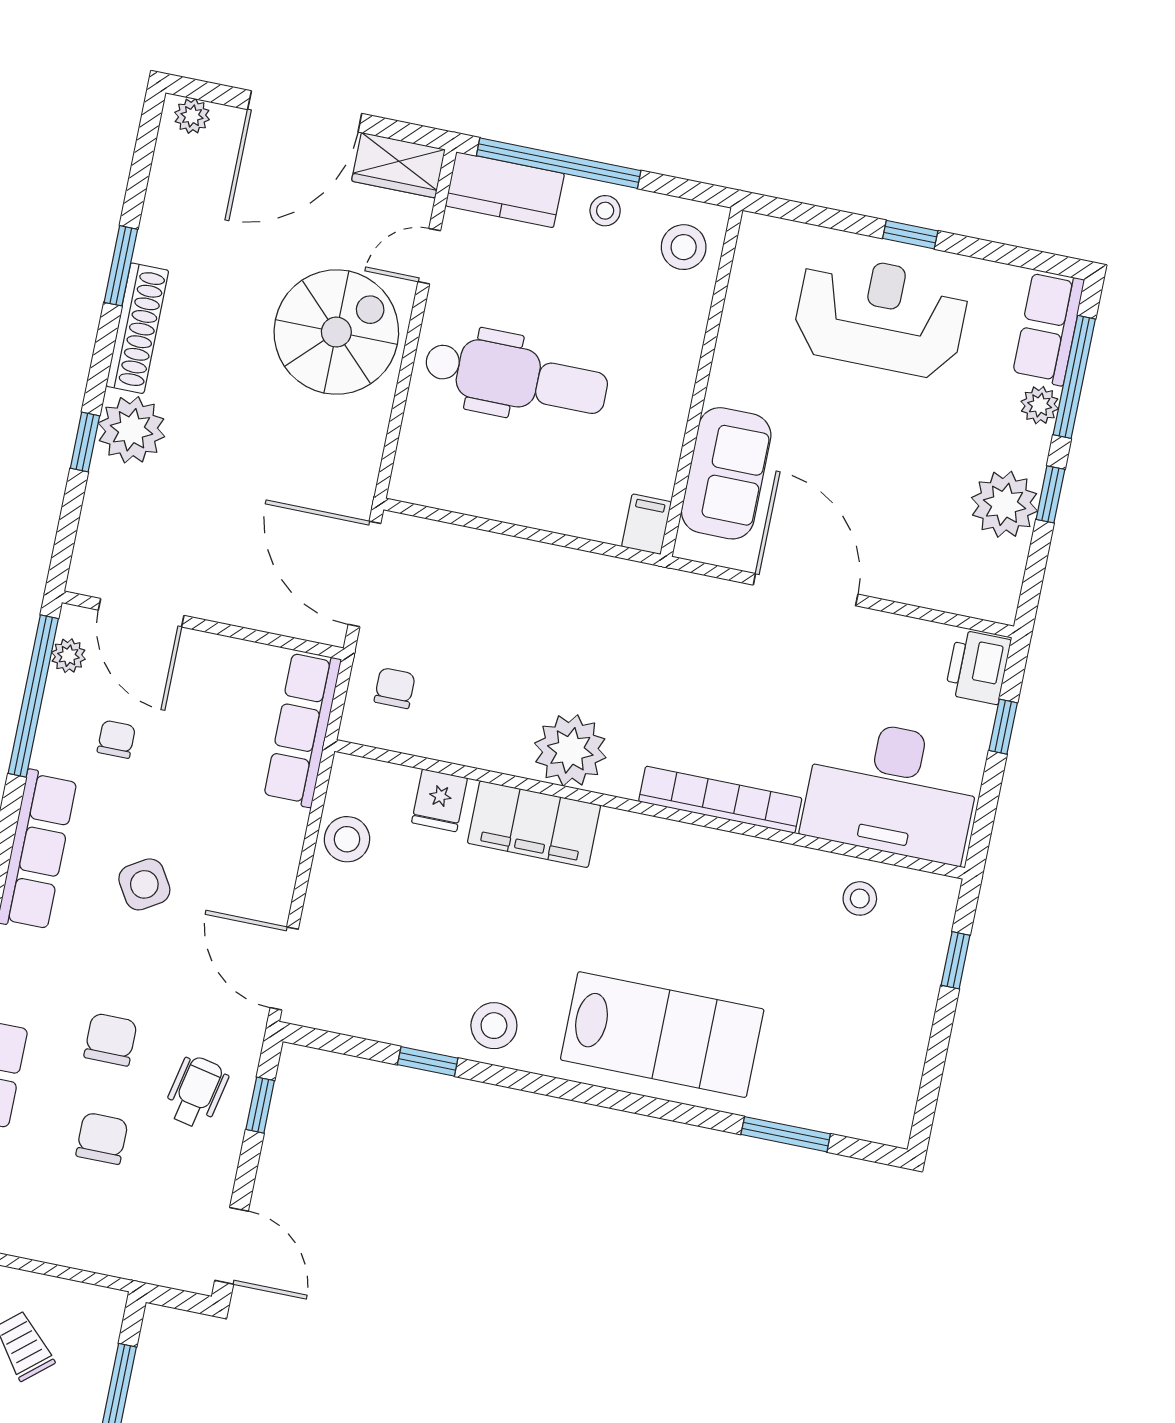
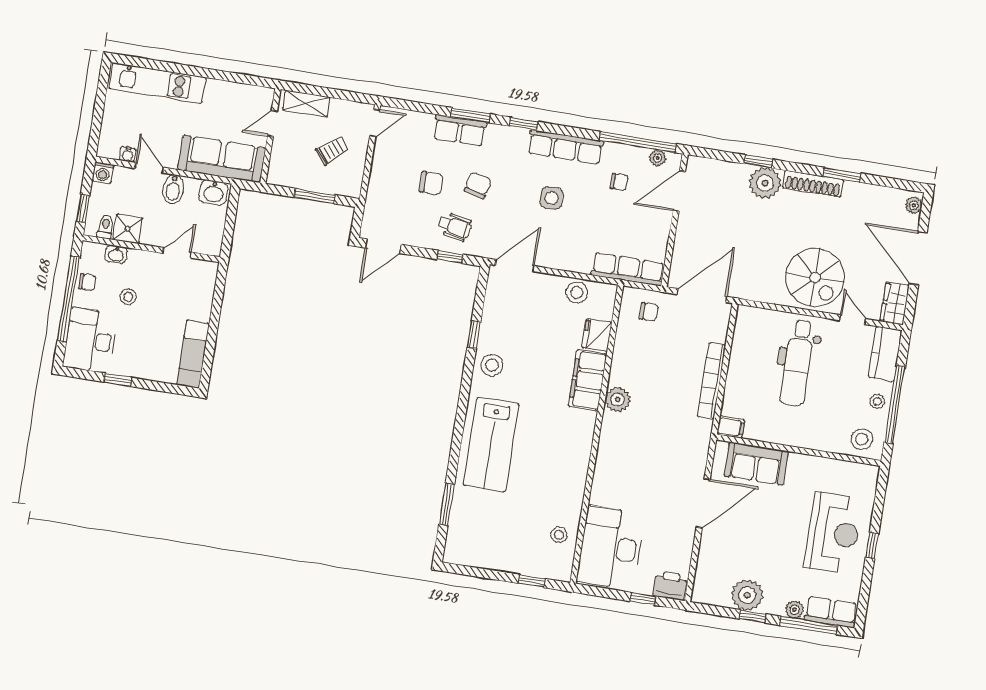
window: (559, 163) -> (895, 405), moved
plant: (570, 750) -> (618, 400), width x0.73, depth x0.73
fridge: (439, 800) -> (597, 335), width x1.38
bookcase: (720, 800) -> (711, 381), moved, turned 180
side table: (144, 884) -> (552, 198), turned 31
chair: (111, 1039) -> (478, 185), turned -76

